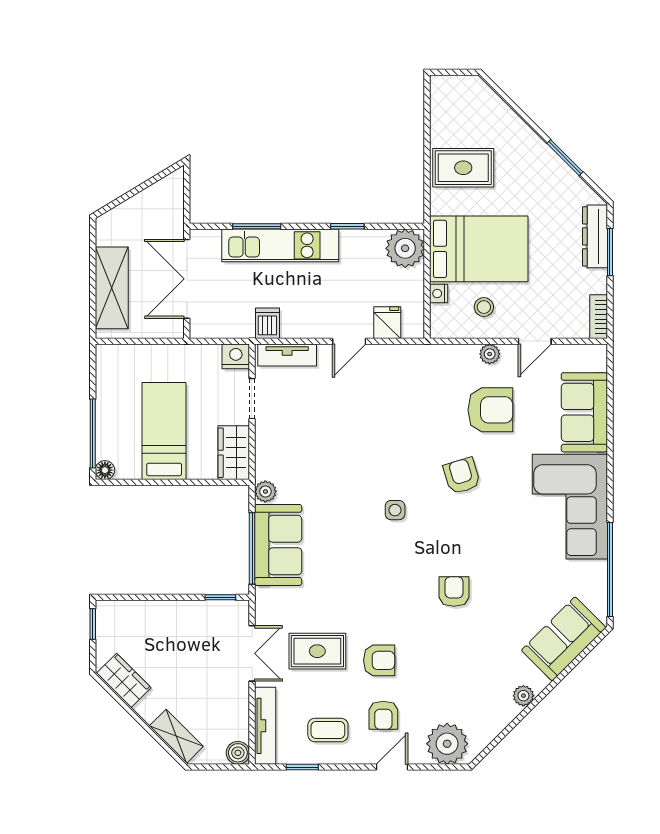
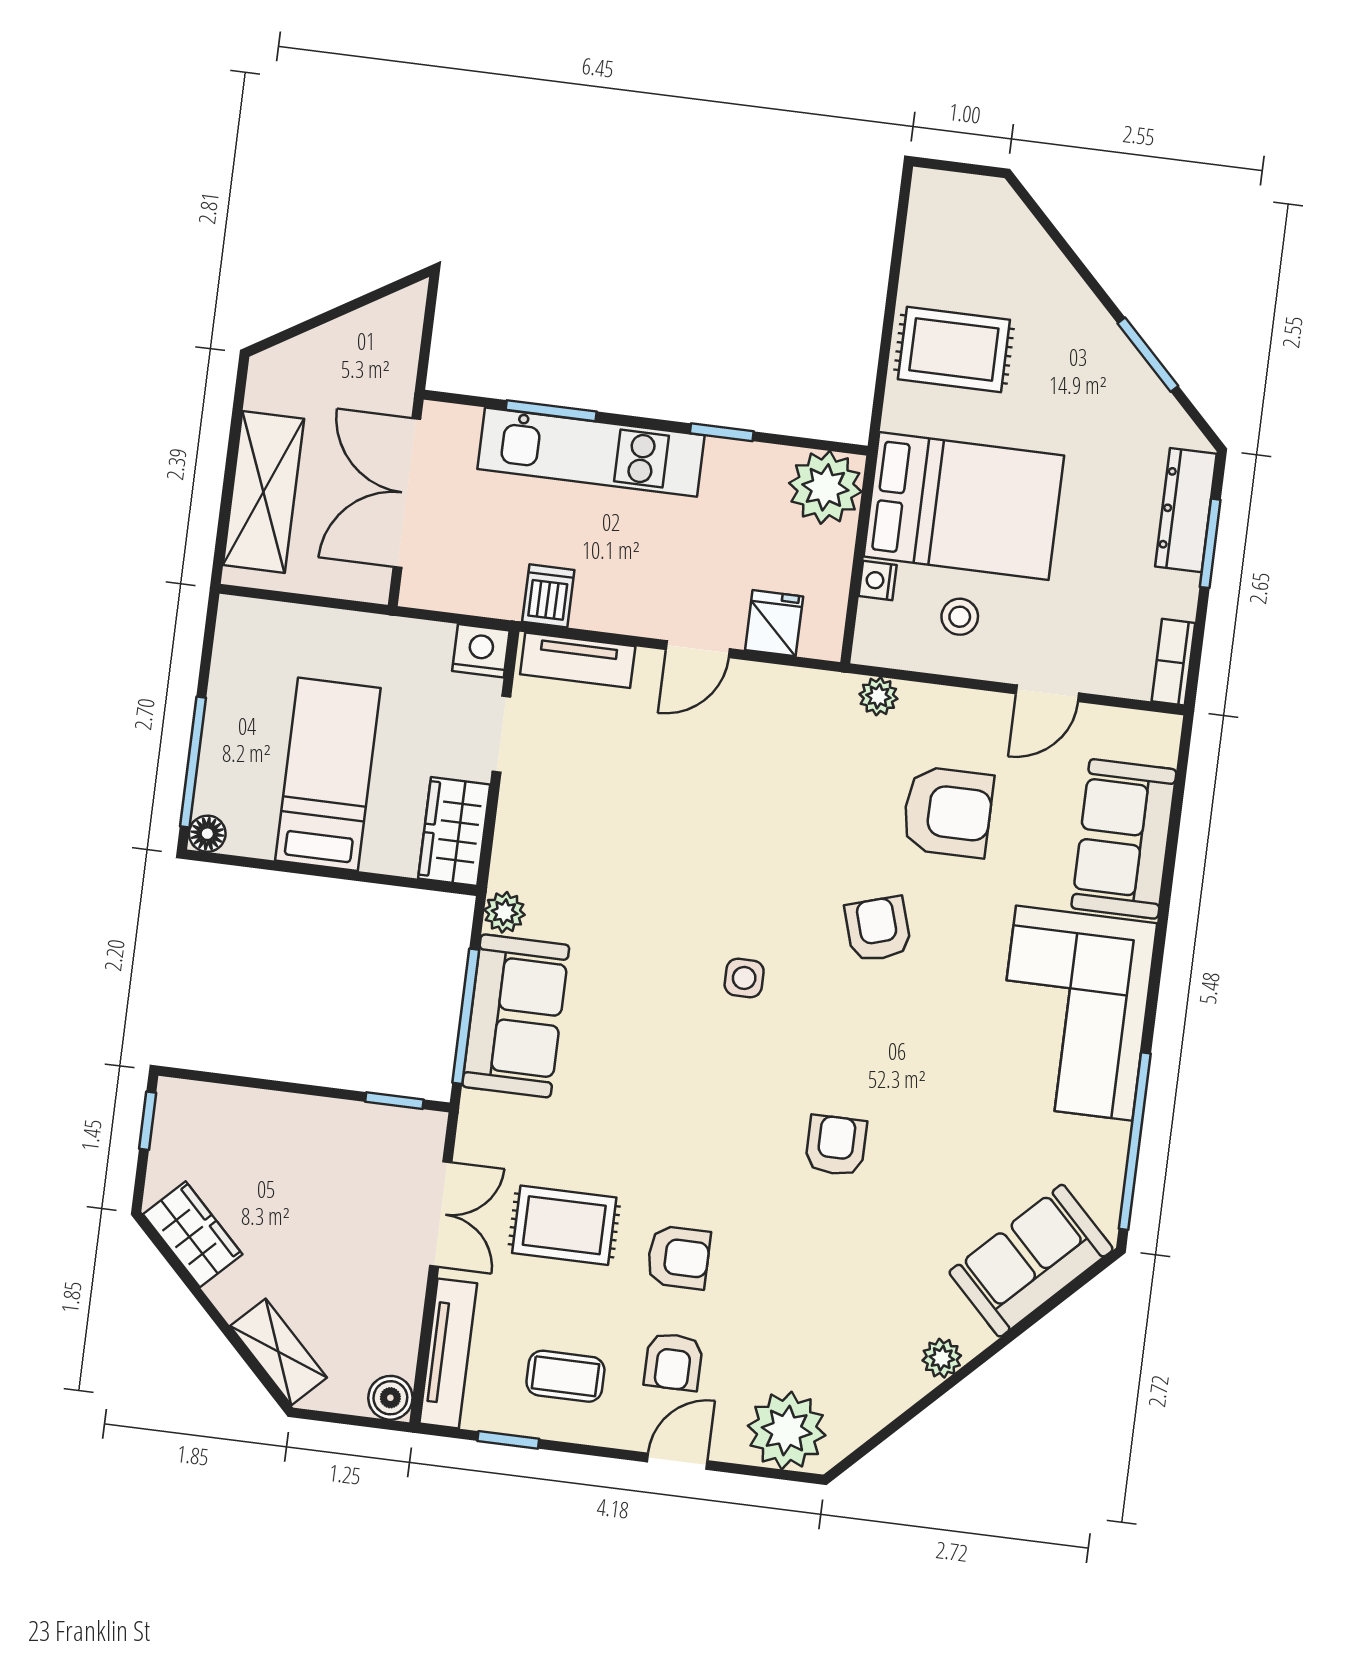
plant: (490, 354) -> (878, 696), moved

